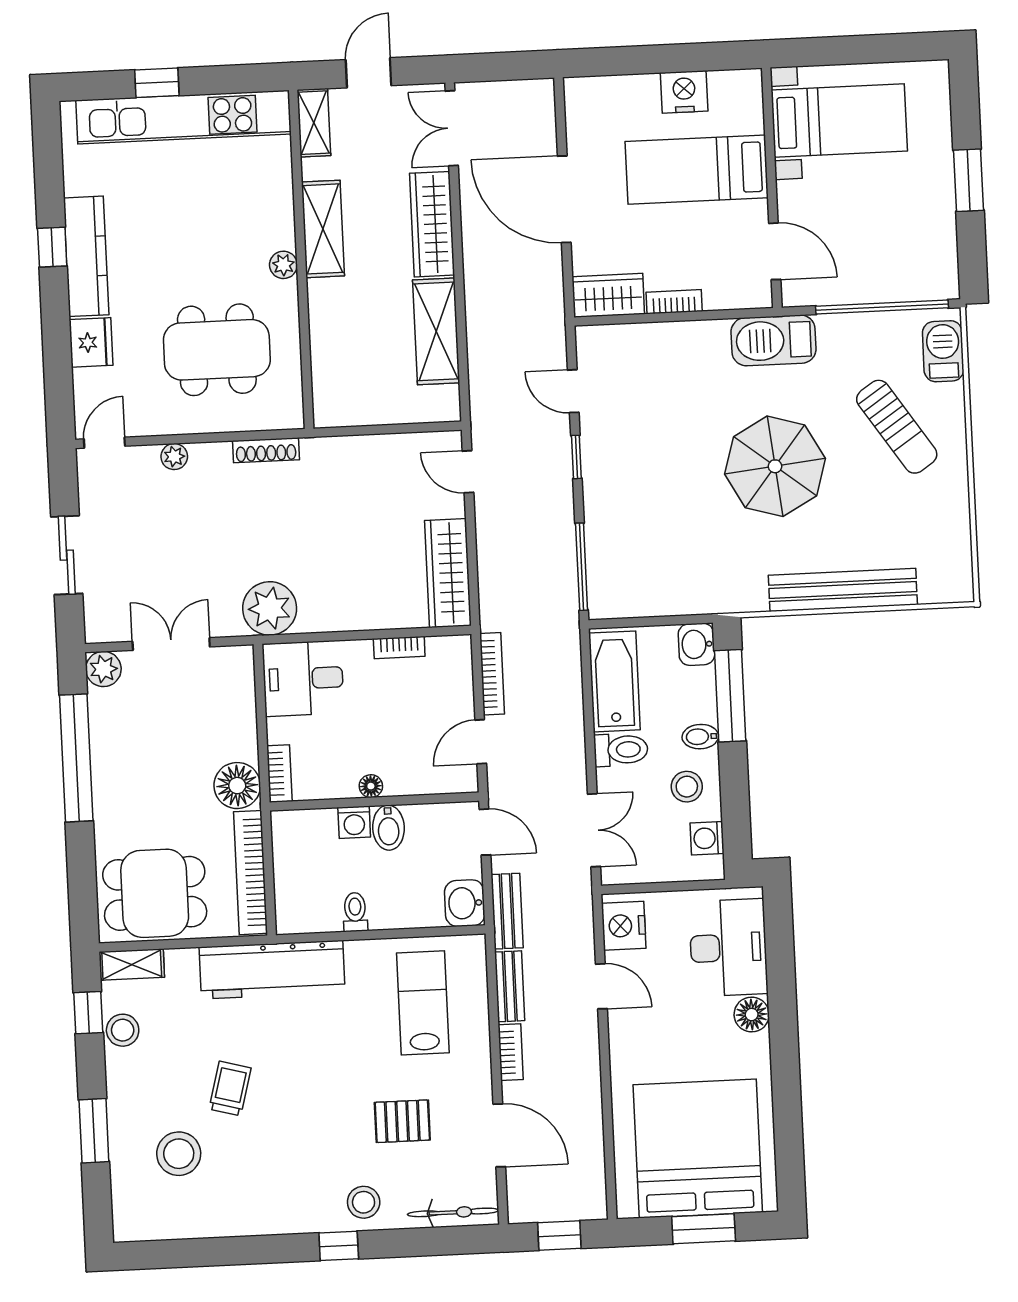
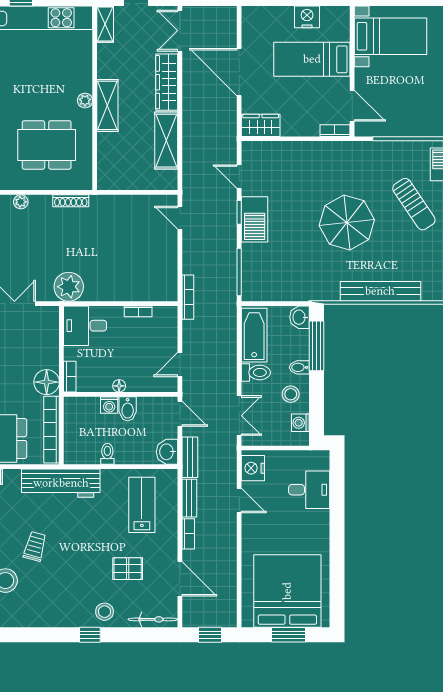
shelving: (323, 229) -> (107, 105), moved
bookcase: (674, 302) -> (335, 131), moved
barbecue: (774, 340) -> (255, 219), moved, turned -90
wardrobe: (448, 573) -> (166, 272), removed
bookcase: (492, 674) -> (188, 297), moved
desk: (728, 948) -> (309, 490), width x0.73
floor lamp: (752, 1015) -> (320, 520), removed

